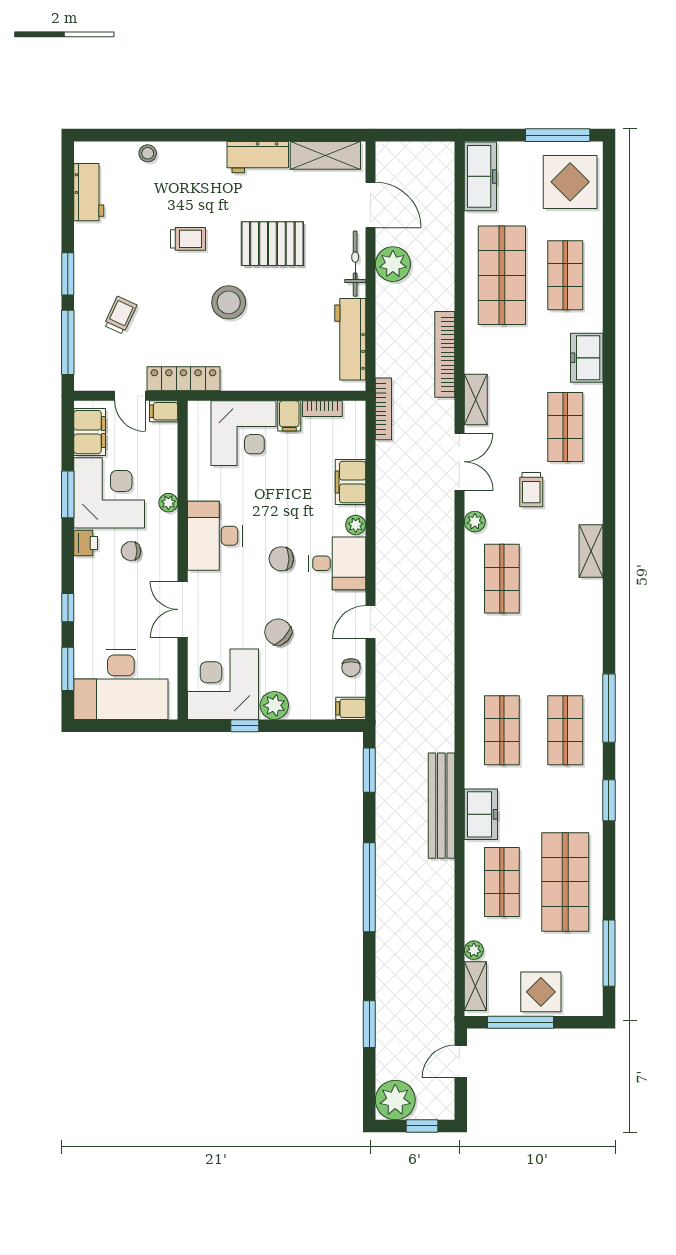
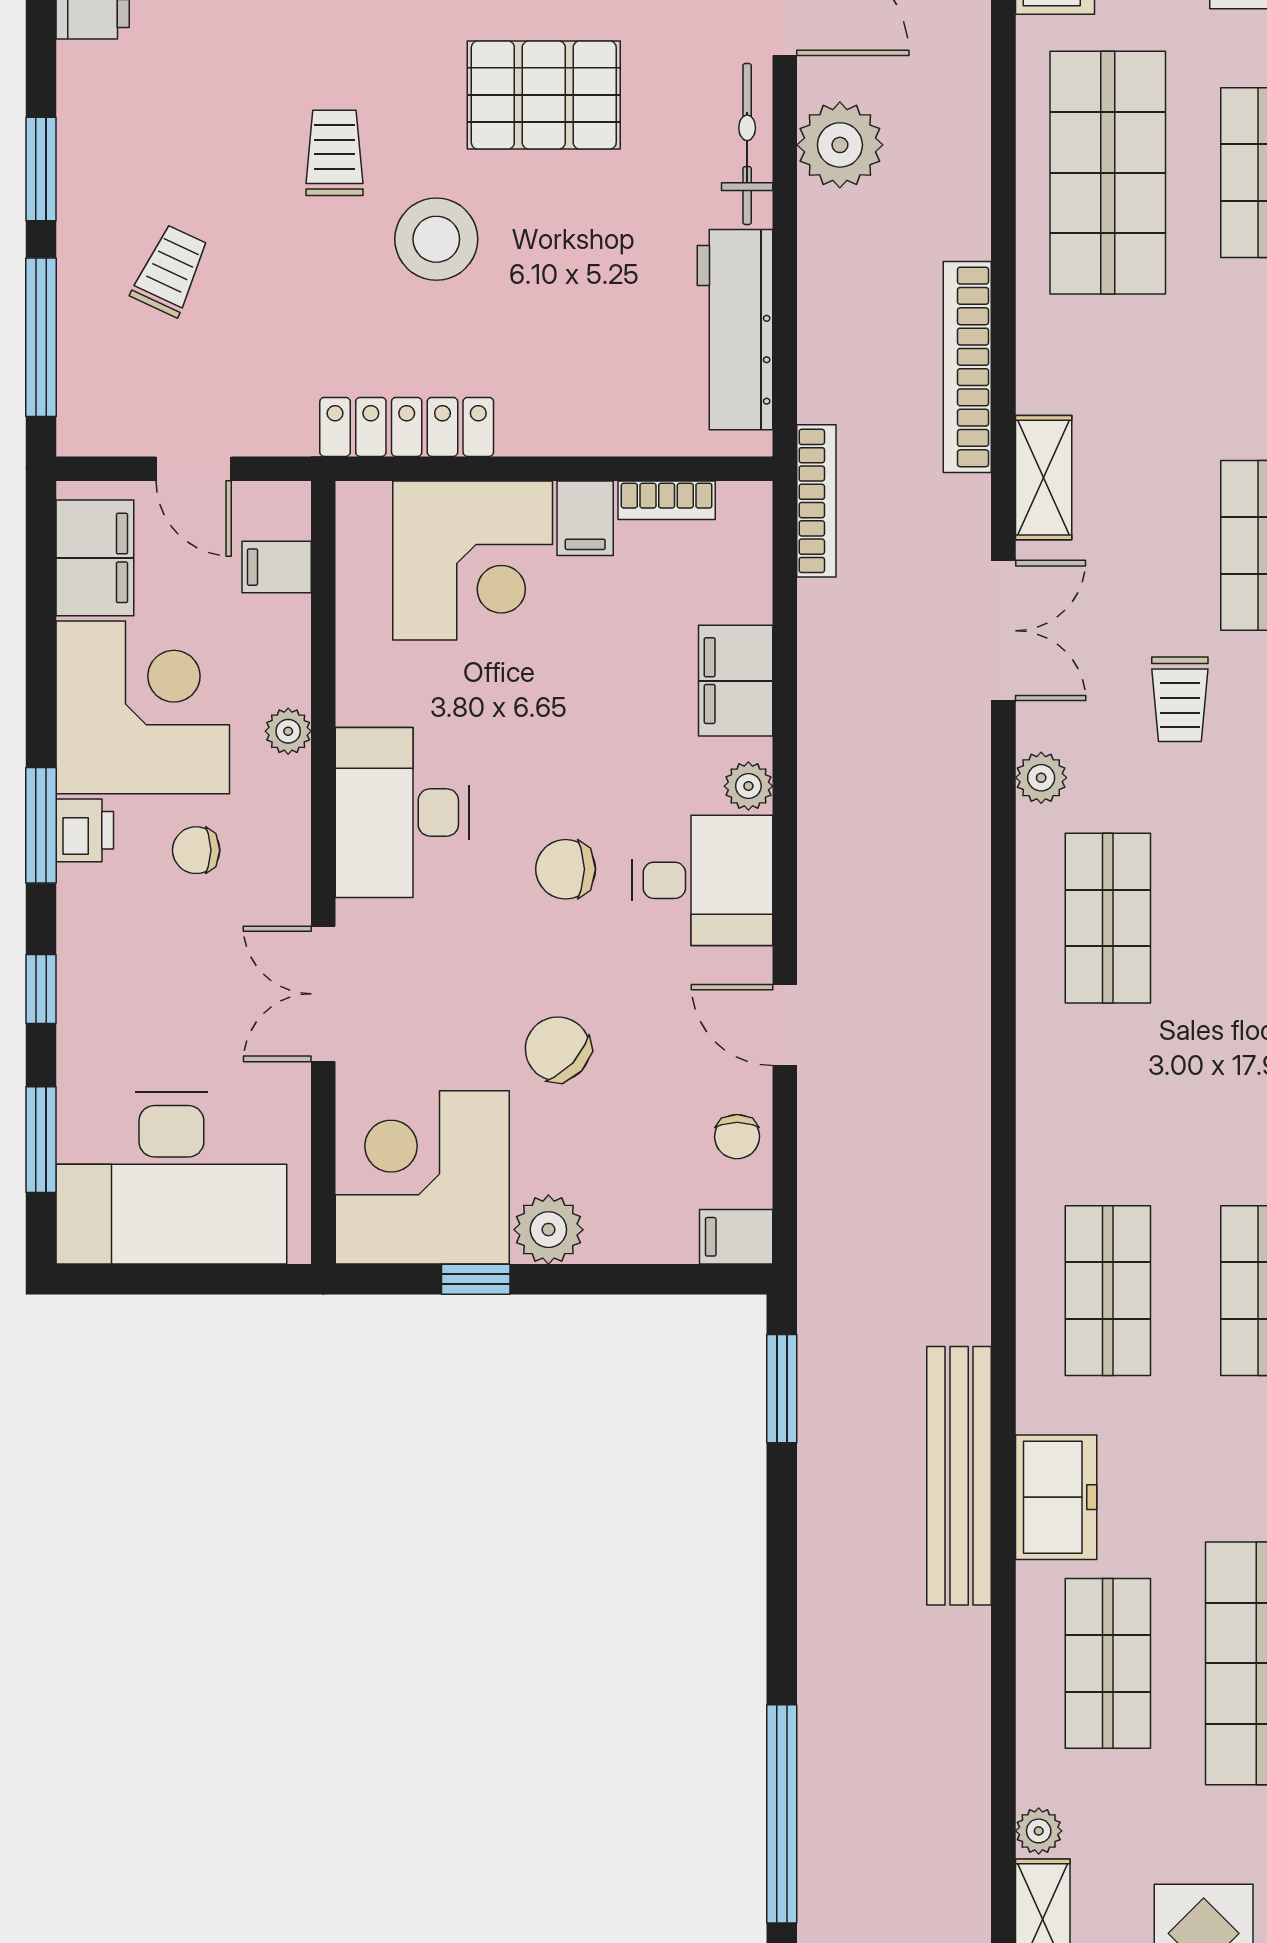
trolley: (188, 239) -> (334, 153), moved, turned -90
locker: (183, 379) -> (407, 427), moved
filing cabinet: (164, 411) -> (277, 567), moved
window: (68, 494) -> (41, 825), moved
door: (370, 622) -> (785, 1025), hinge flipped
window: (369, 887) -> (782, 1814), moved

